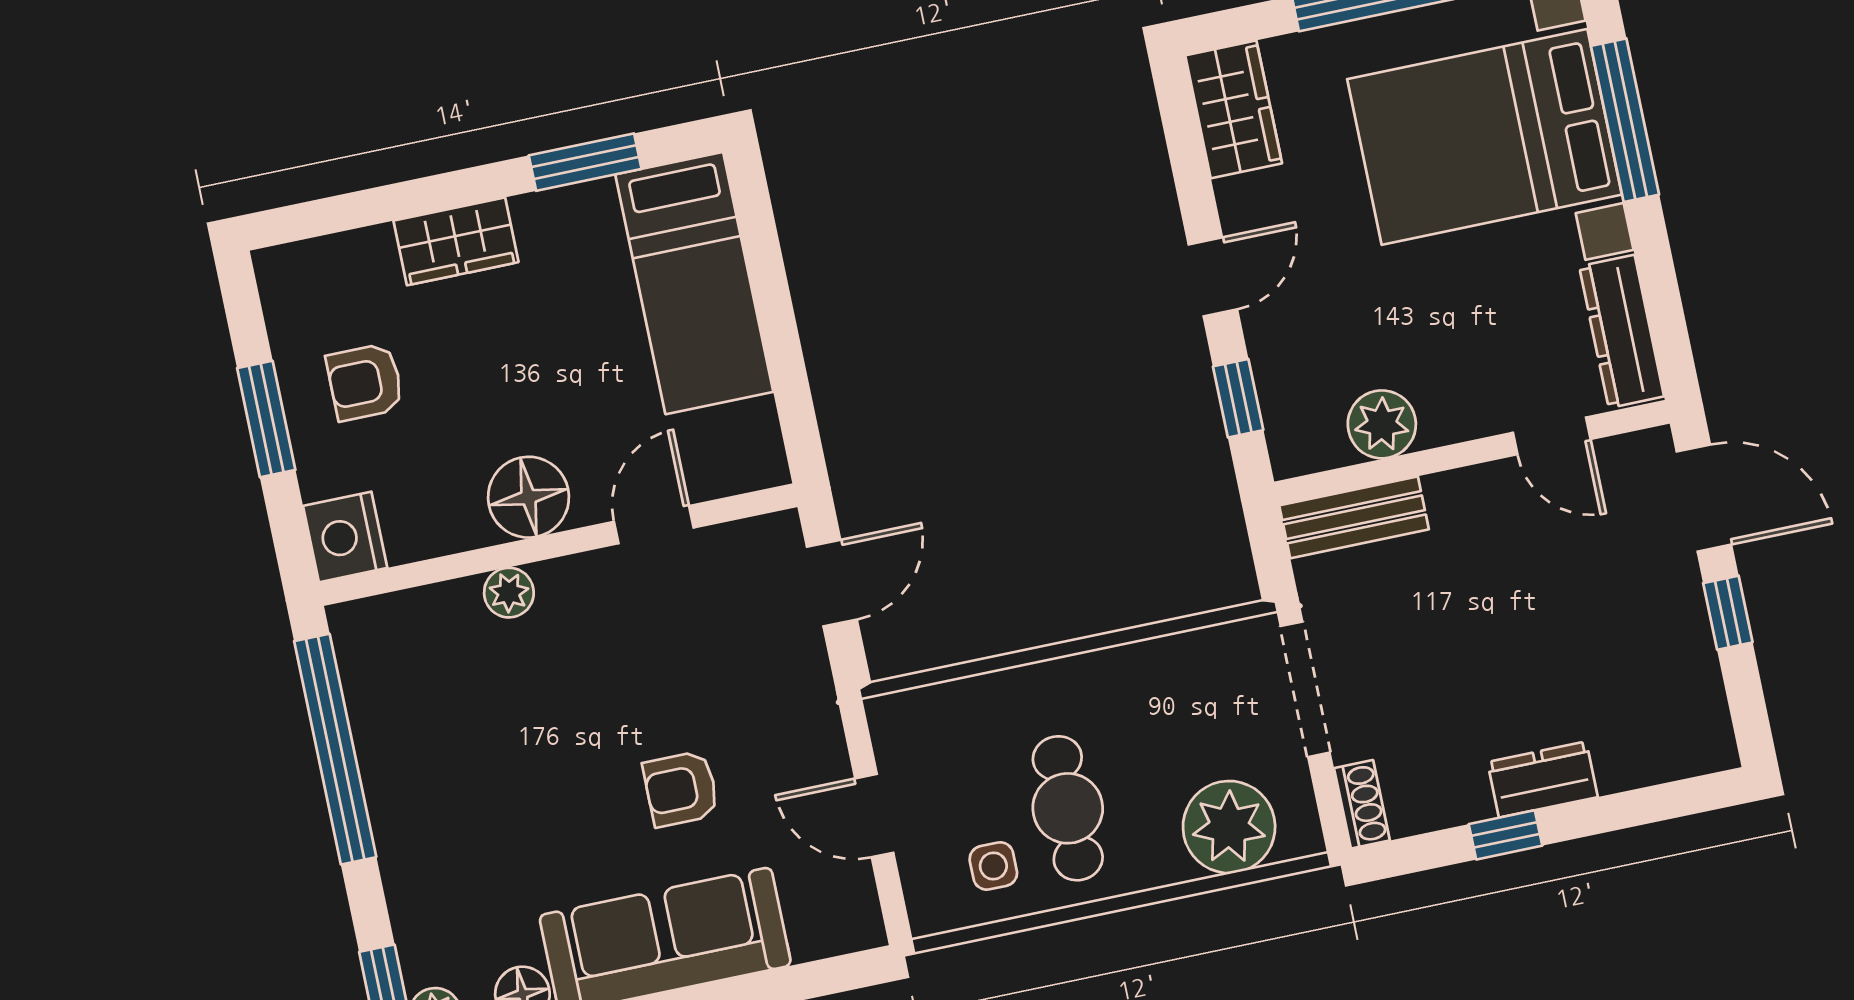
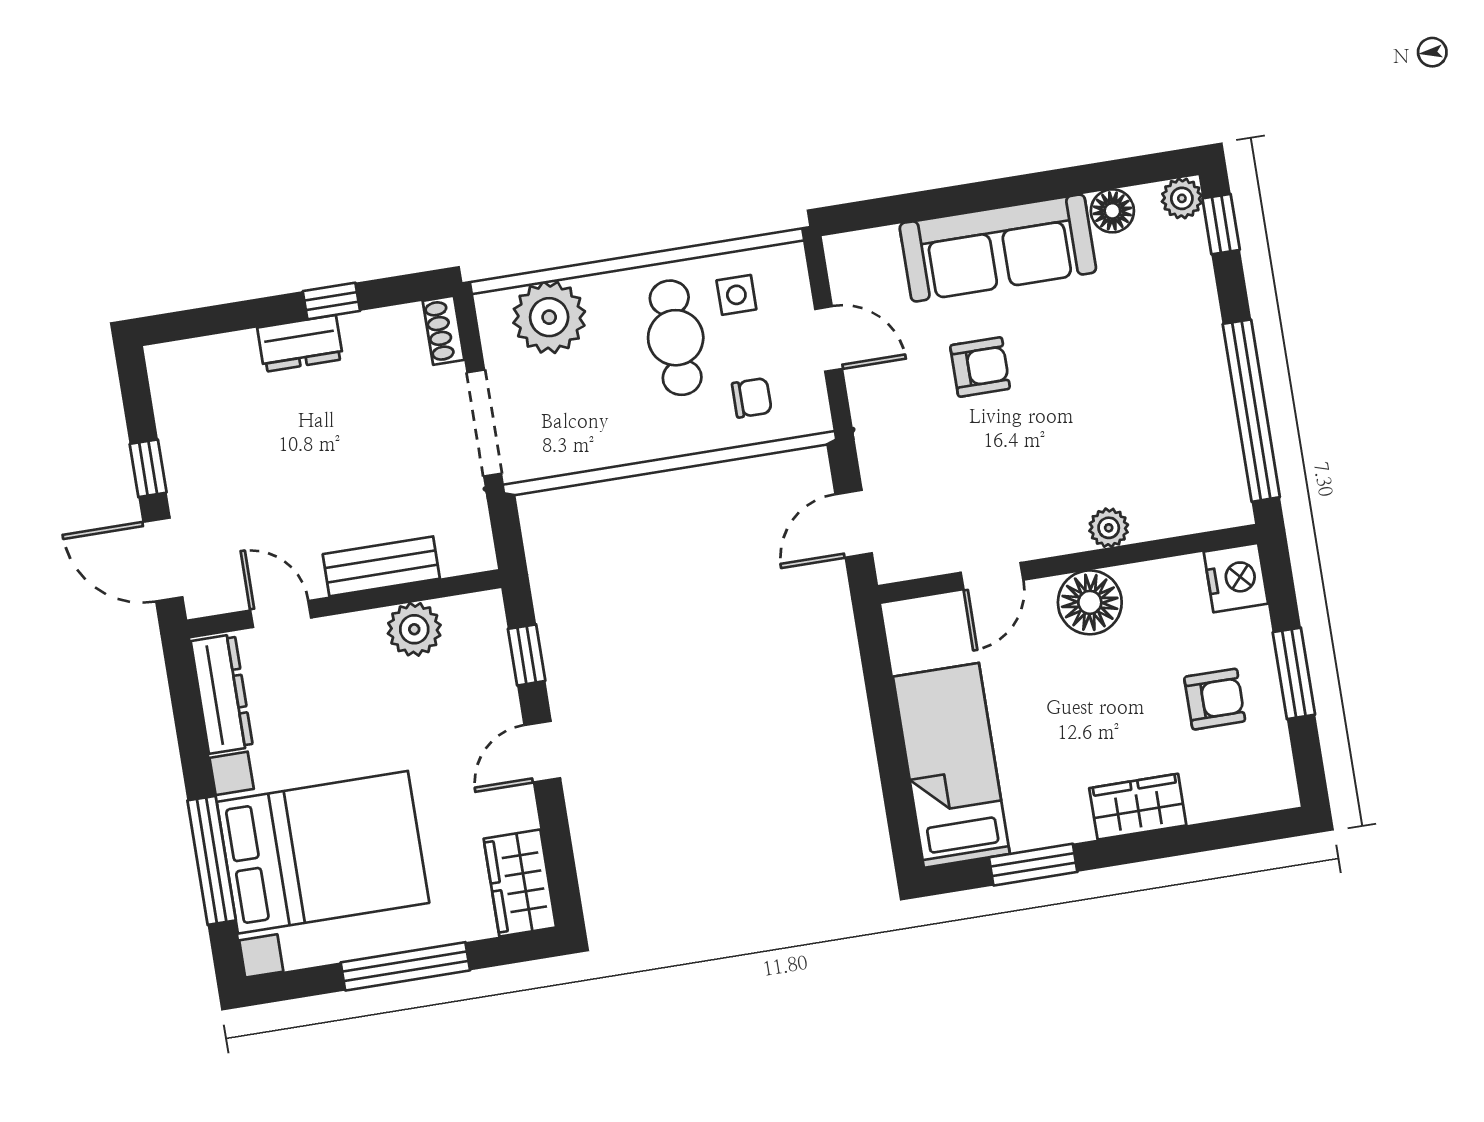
bench: (1354, 517) -> (381, 566), moved
chair: (968, 737) -> (752, 398), added

